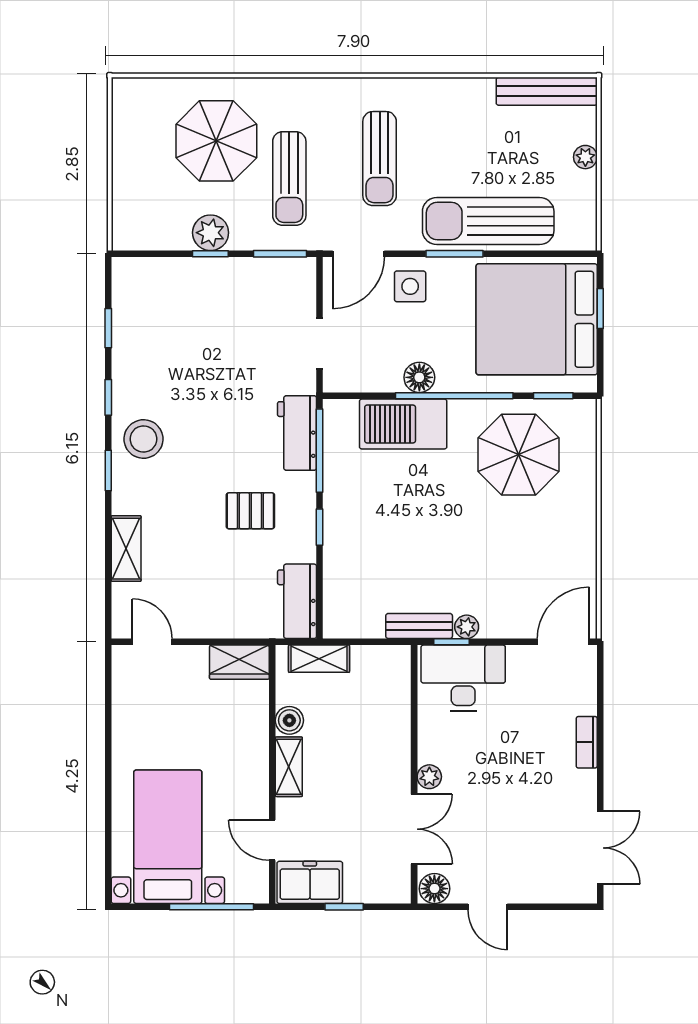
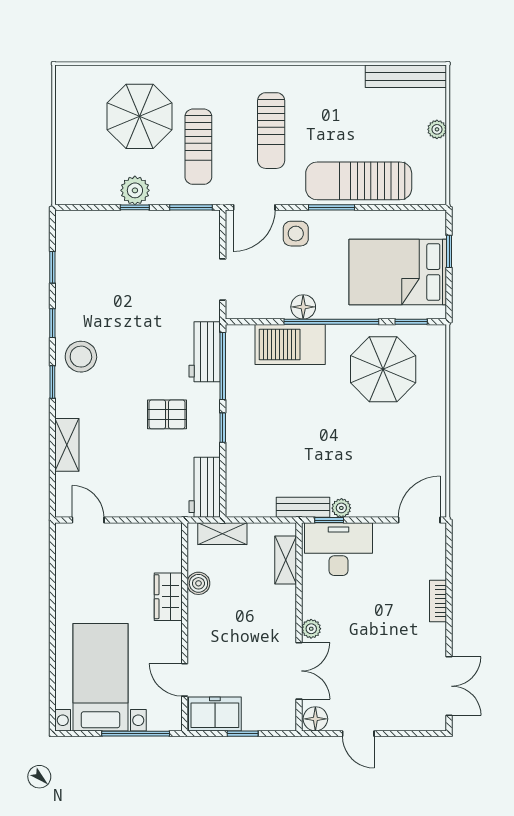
bed: (537, 319) -> (398, 272), width x0.73
wardrobe: (239, 662) -> (168, 597), moved, turned 90
shelving: (289, 767) -> (286, 560), moved

